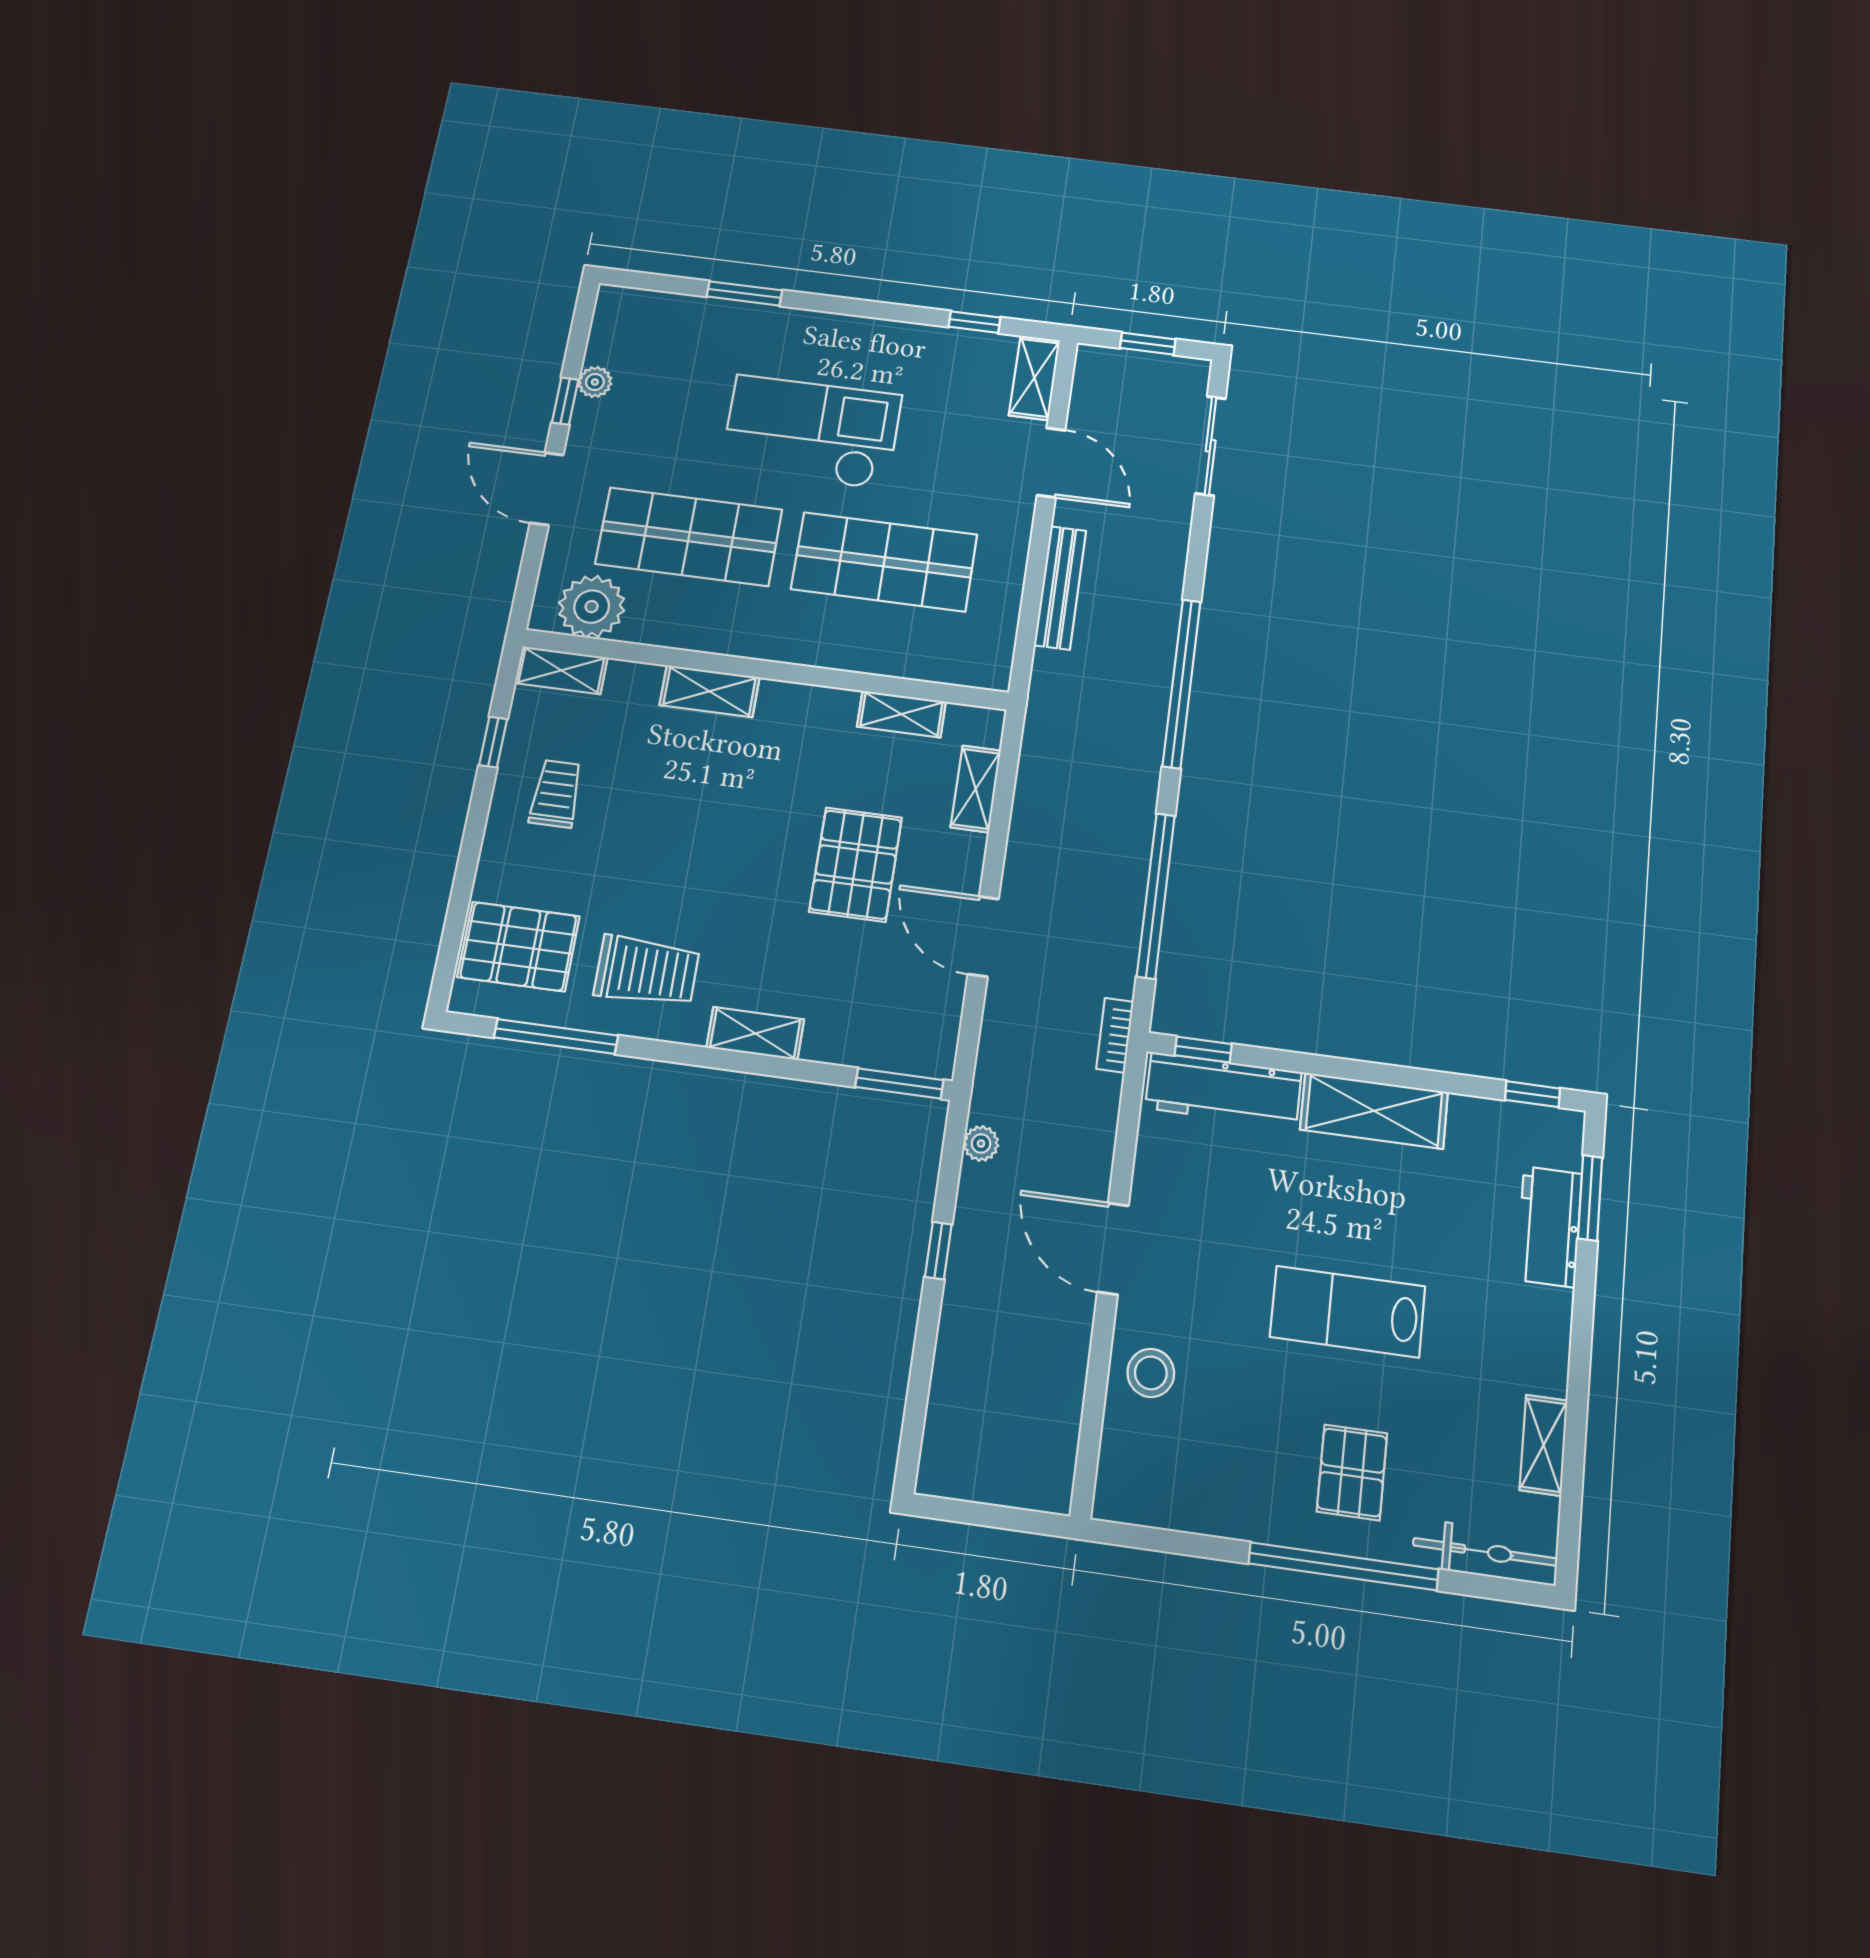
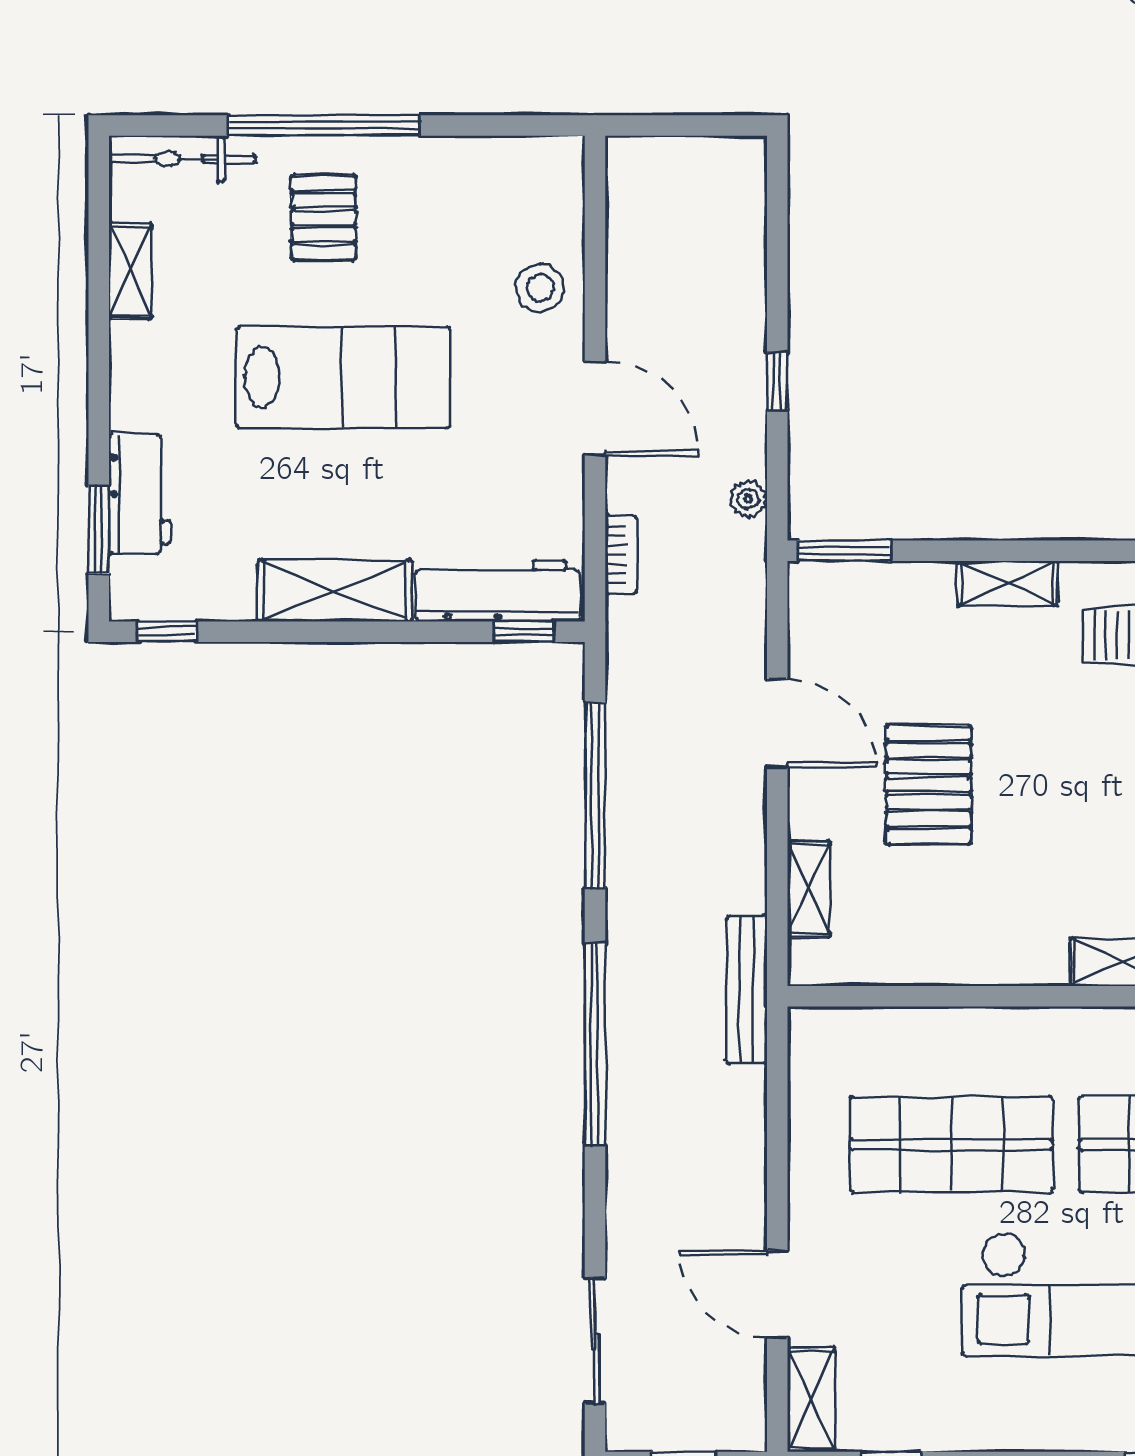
bench: (1060, 588) -> (746, 990), moved
shelving: (901, 714) -> (904, 965), removed
bookcase: (1115, 1035) -> (621, 555), moved
lab bench: (1348, 1312) -> (343, 377), width x1.36, depth x1.39

